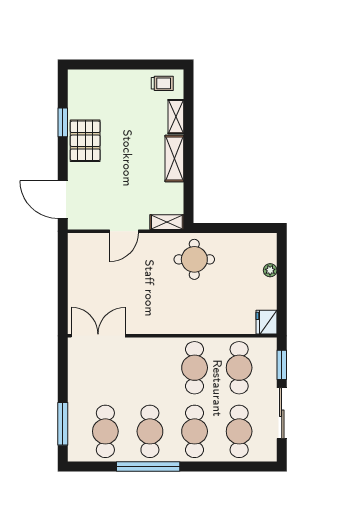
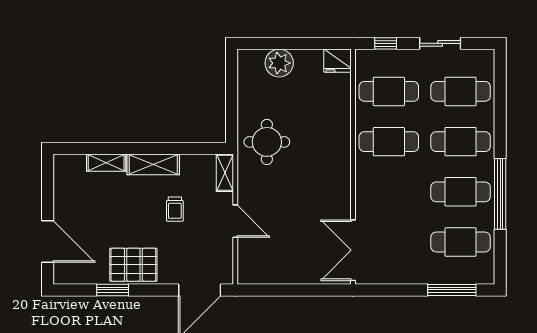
door: (106, 65) -> (48, 241), added
trolley: (162, 83) -> (175, 209), moved, turned 180
plant: (270, 270) -> (279, 63), width x1.87, depth x1.87
window: (282, 365) -> (386, 43), width x0.67
sliding door: (282, 413) -> (440, 43), width x0.73

